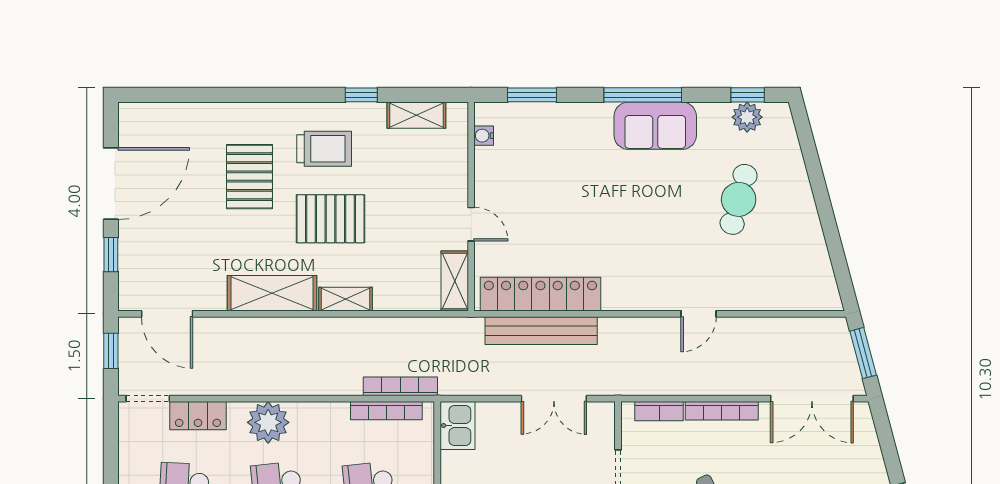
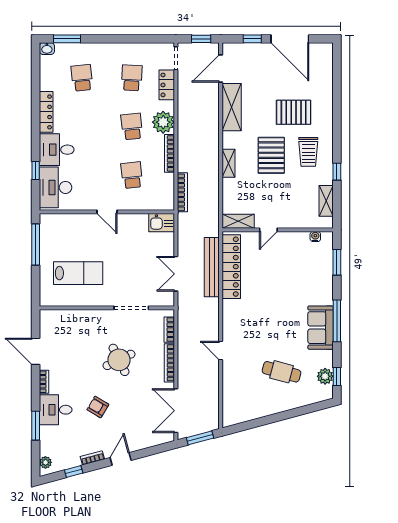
shelving: (272, 293) -> (232, 107), moved
bookcase: (386, 411) -> (169, 153), moved

